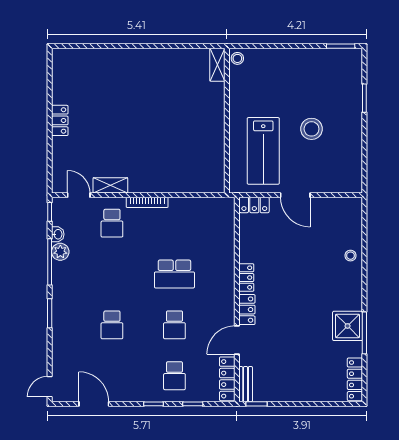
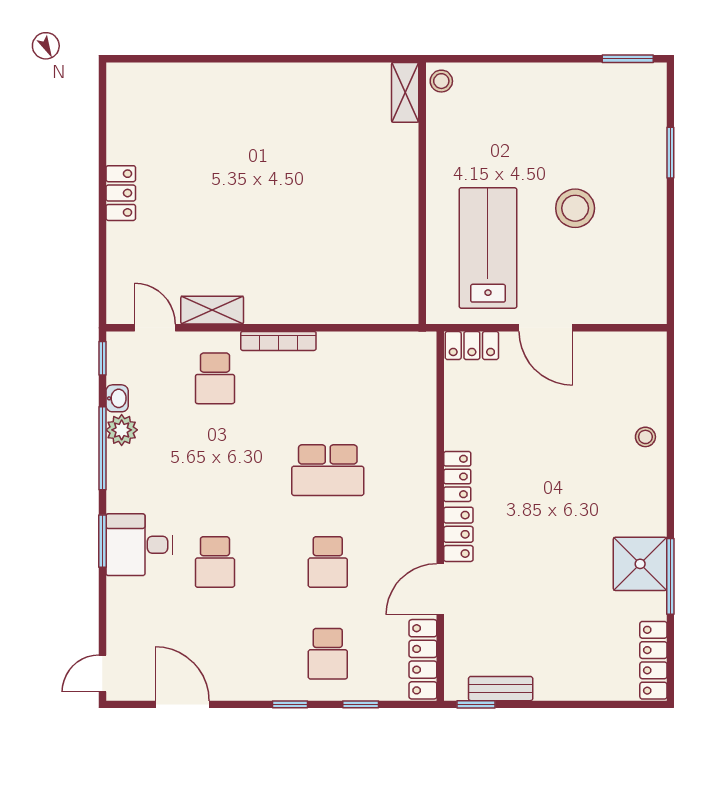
lab bench: (263, 151) -> (488, 248), turned 180
desk: (70, 315) -> (139, 545), added
bench: (246, 384) -> (501, 689), moved, turned 90

